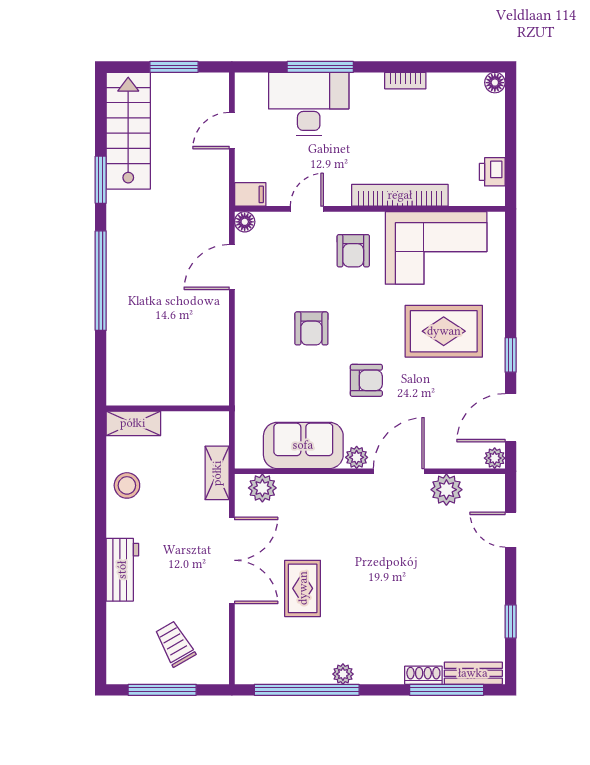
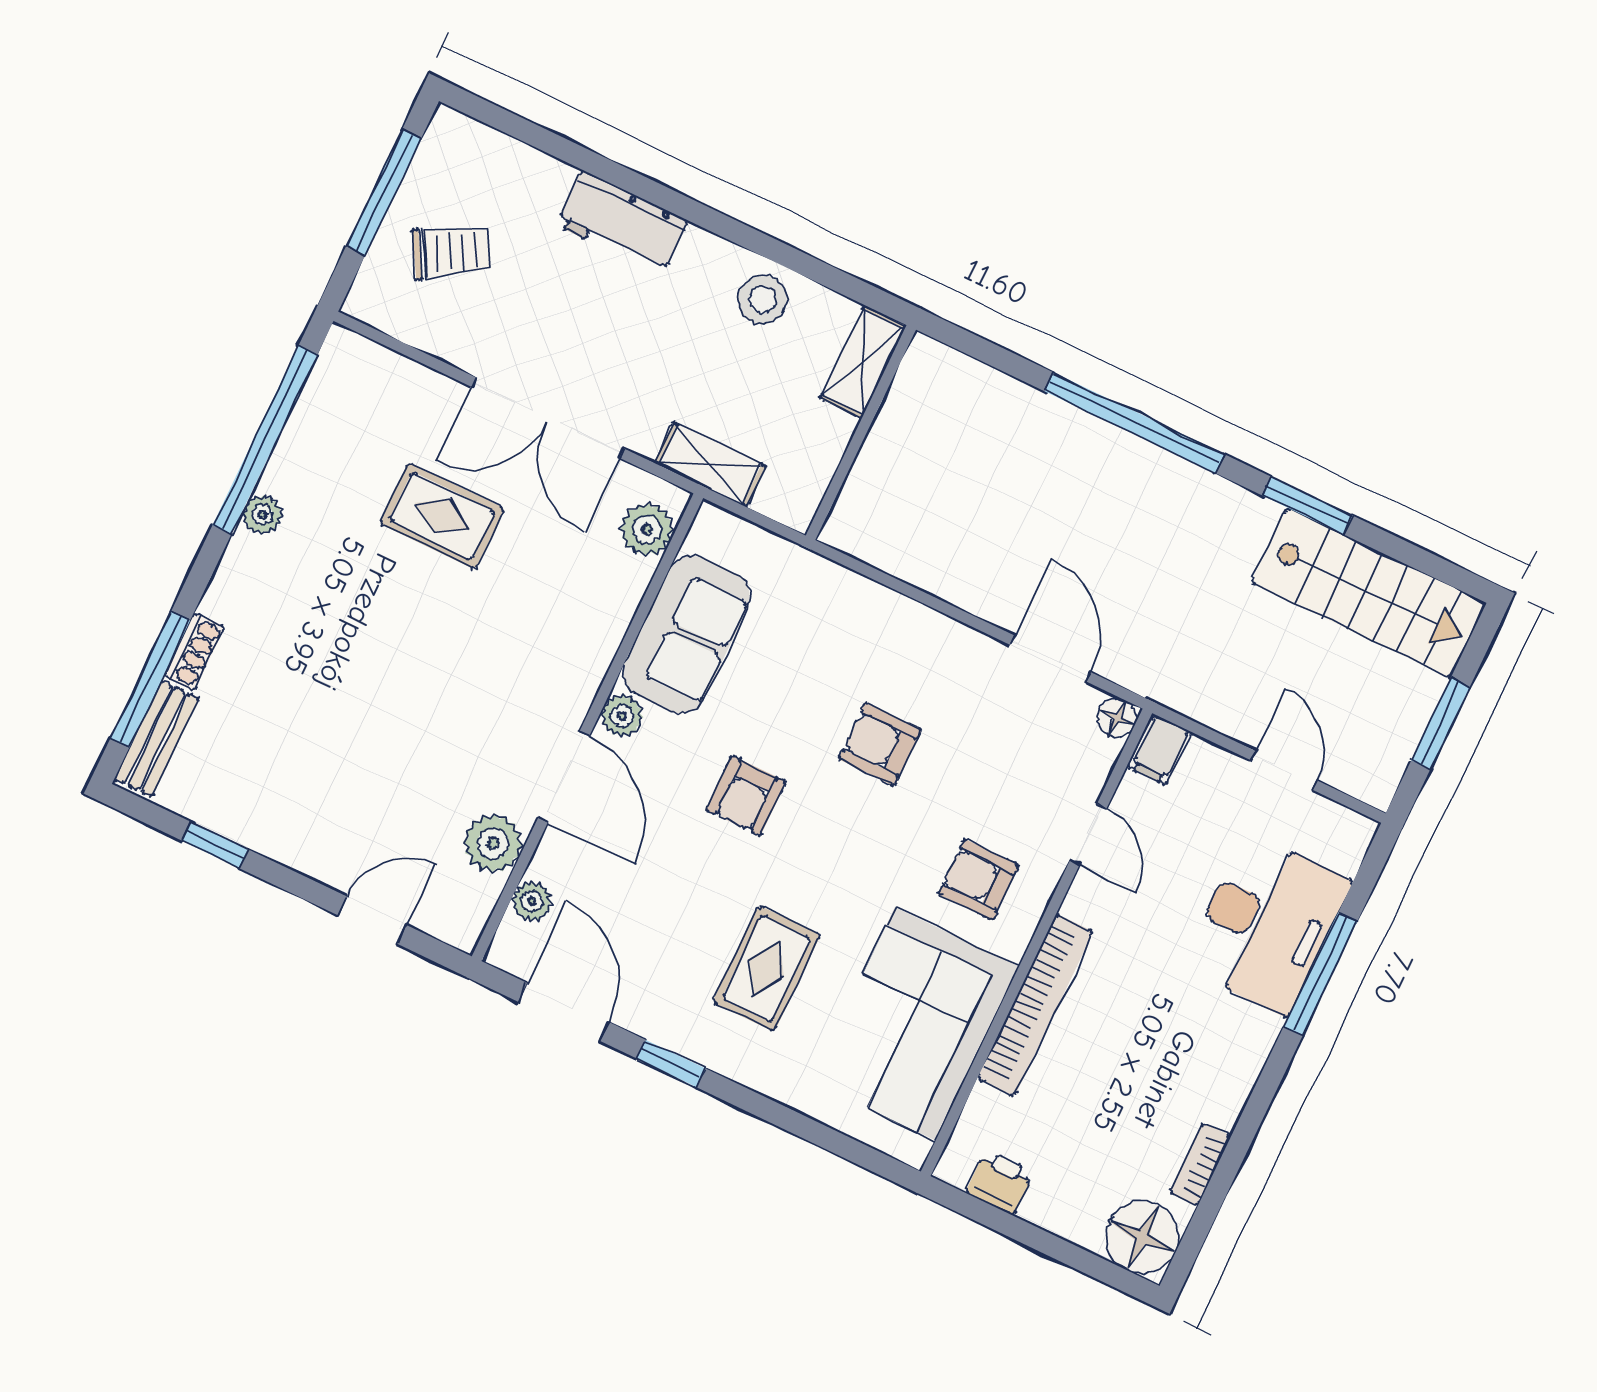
bookcase: (405, 81) -> (1200, 1164), moved
floor lamp: (495, 83) -> (1142, 1237), width x1.89, depth x1.89
rug: (444, 331) -> (767, 969), width x0.73, depth x0.70
plant: (495, 458) -> (532, 901), moved

